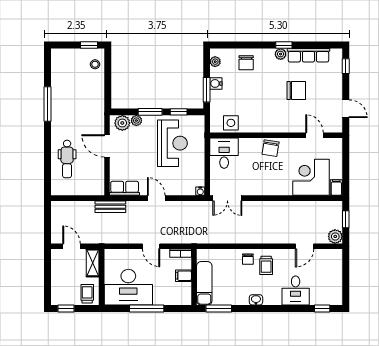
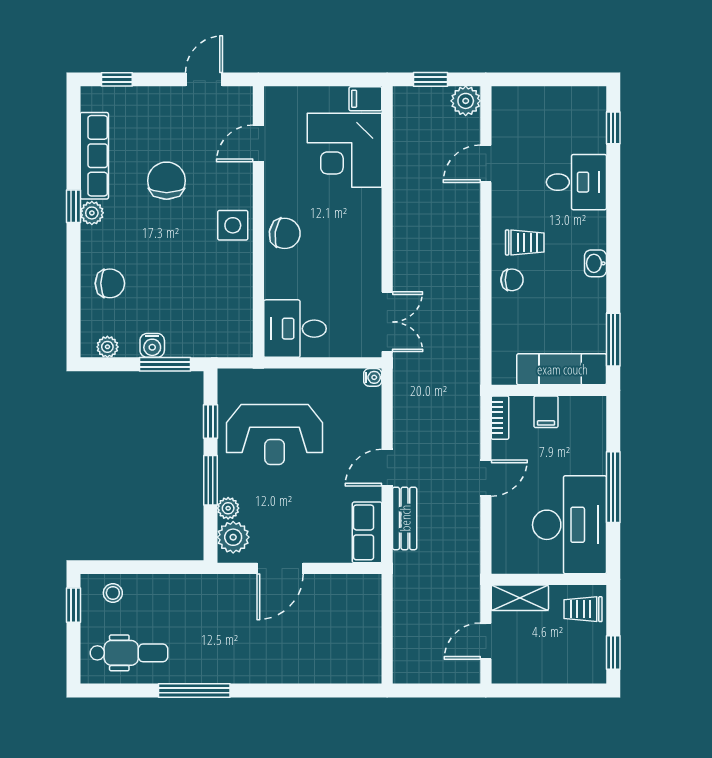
side table: (231, 123) -> (233, 225), moved
reception desk: (172, 143) -> (275, 435), turned 180
dental chair: (67, 159) -> (129, 653), moved
bench: (110, 207) -> (405, 518), moved
door: (305, 246) -> (486, 164), swing flipped

